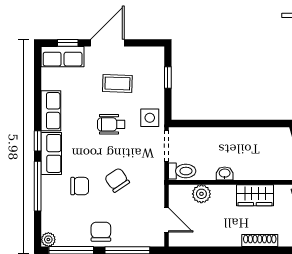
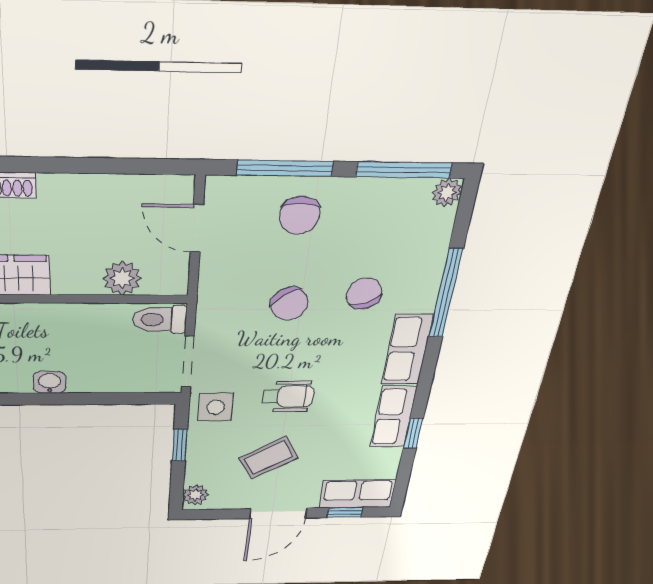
plant: (157, 57) -> (195, 495), added
window: (168, 78) -> (180, 445), moved
coffee table: (117, 83) -> (268, 458), turned -32
window: (38, 141) -> (413, 433), moved
washbasin: (225, 174) -> (50, 382), moved, turned 180
chair: (80, 186) -> (364, 293), turned 70
chair: (101, 232) -> (299, 215), moved

